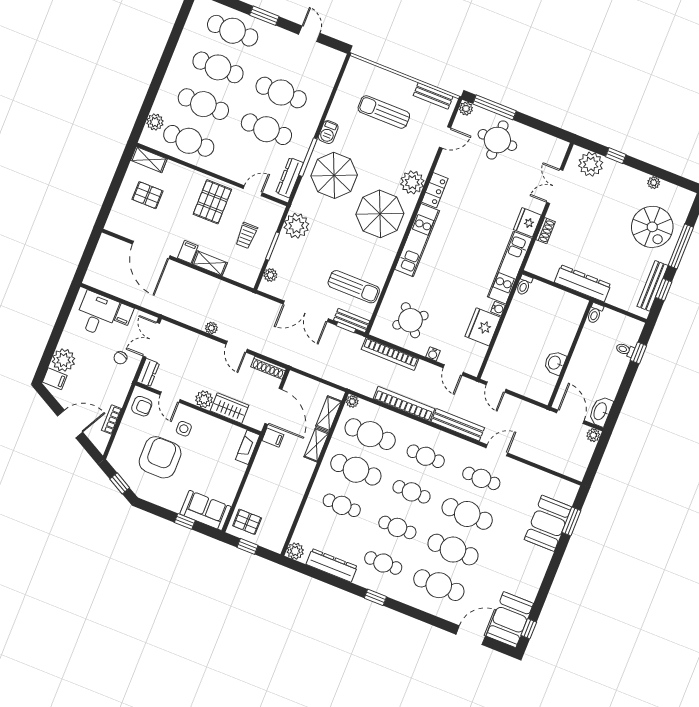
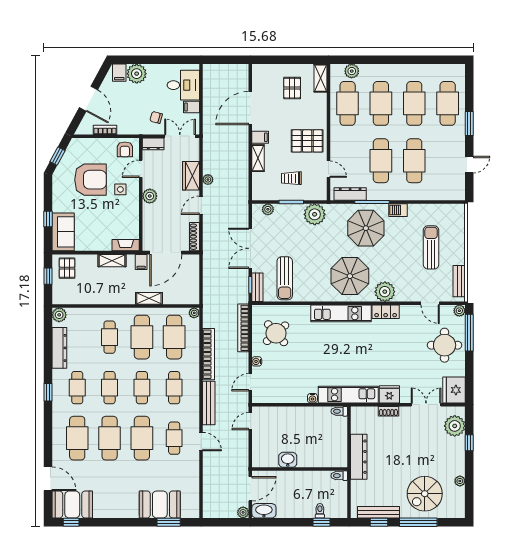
fridge: (483, 327) -> (454, 390), moved, turned -90
wardrobe: (230, 408) -> (191, 176), moved, turned 180
shelving: (329, 414) -> (112, 261), moved

